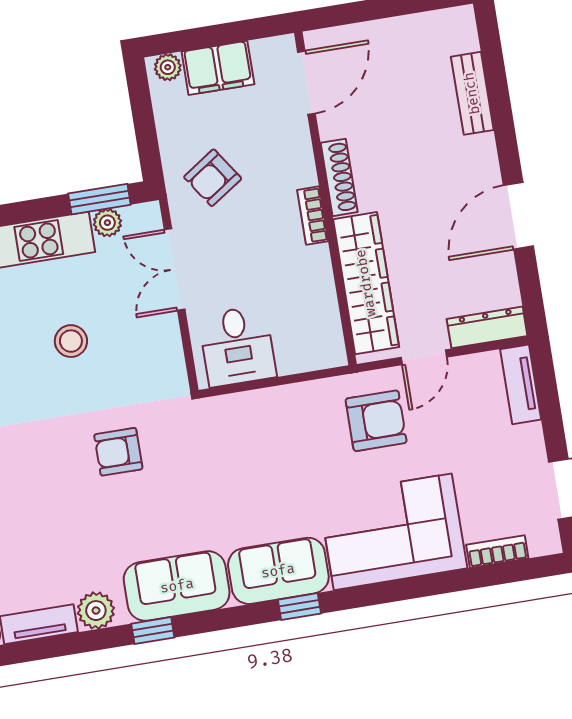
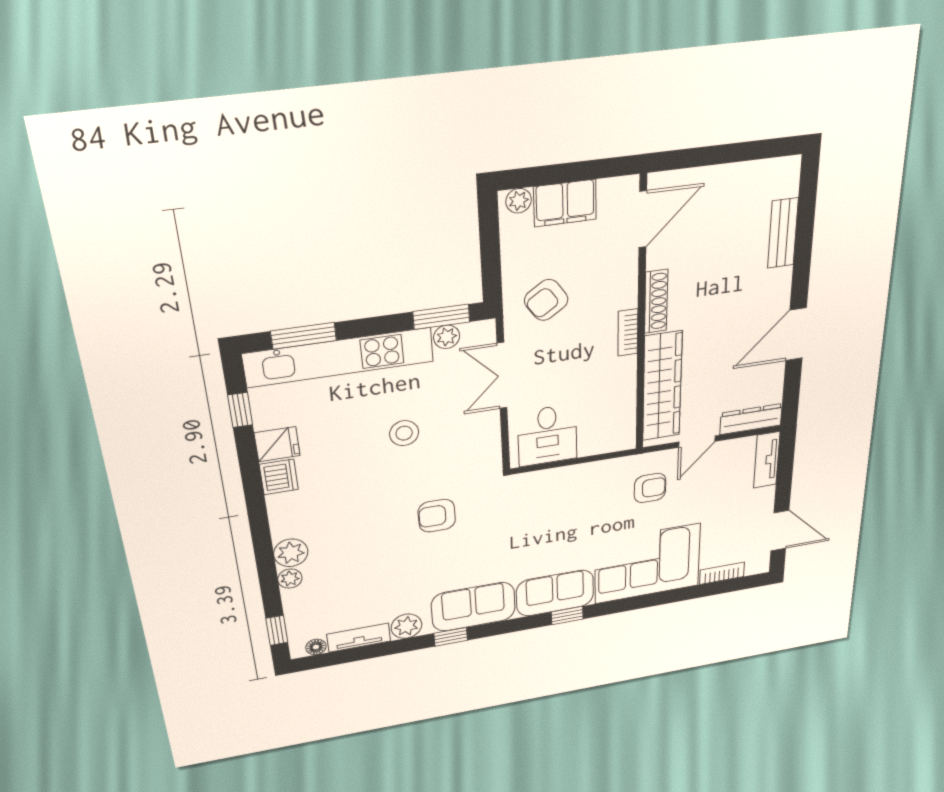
armchair: (376, 421) -> (650, 488), width x0.72, depth x0.72

